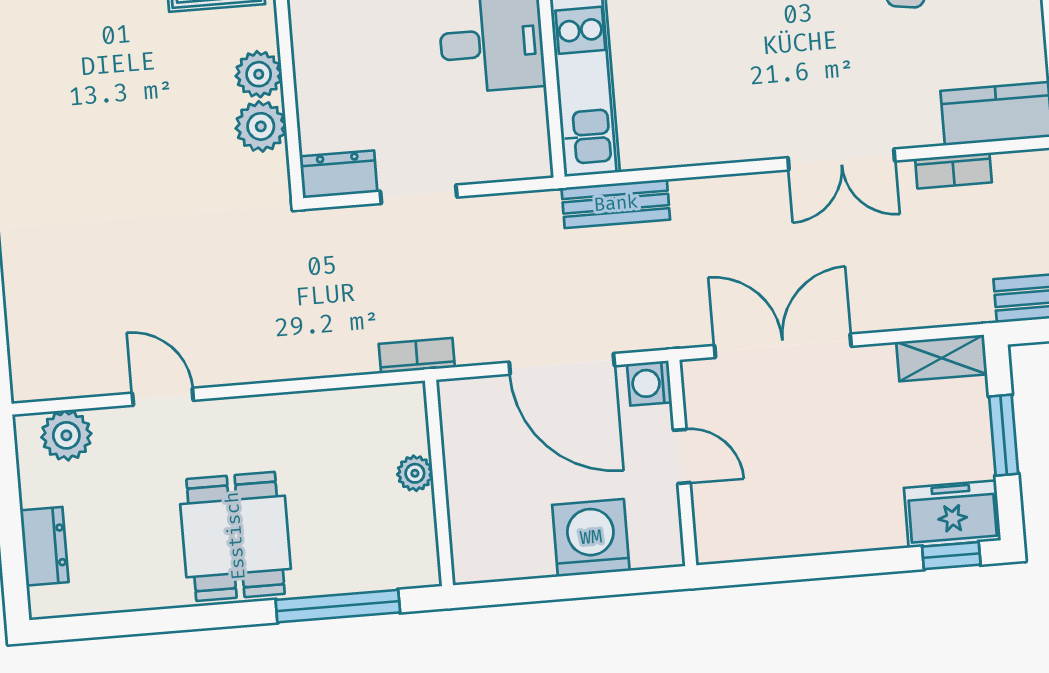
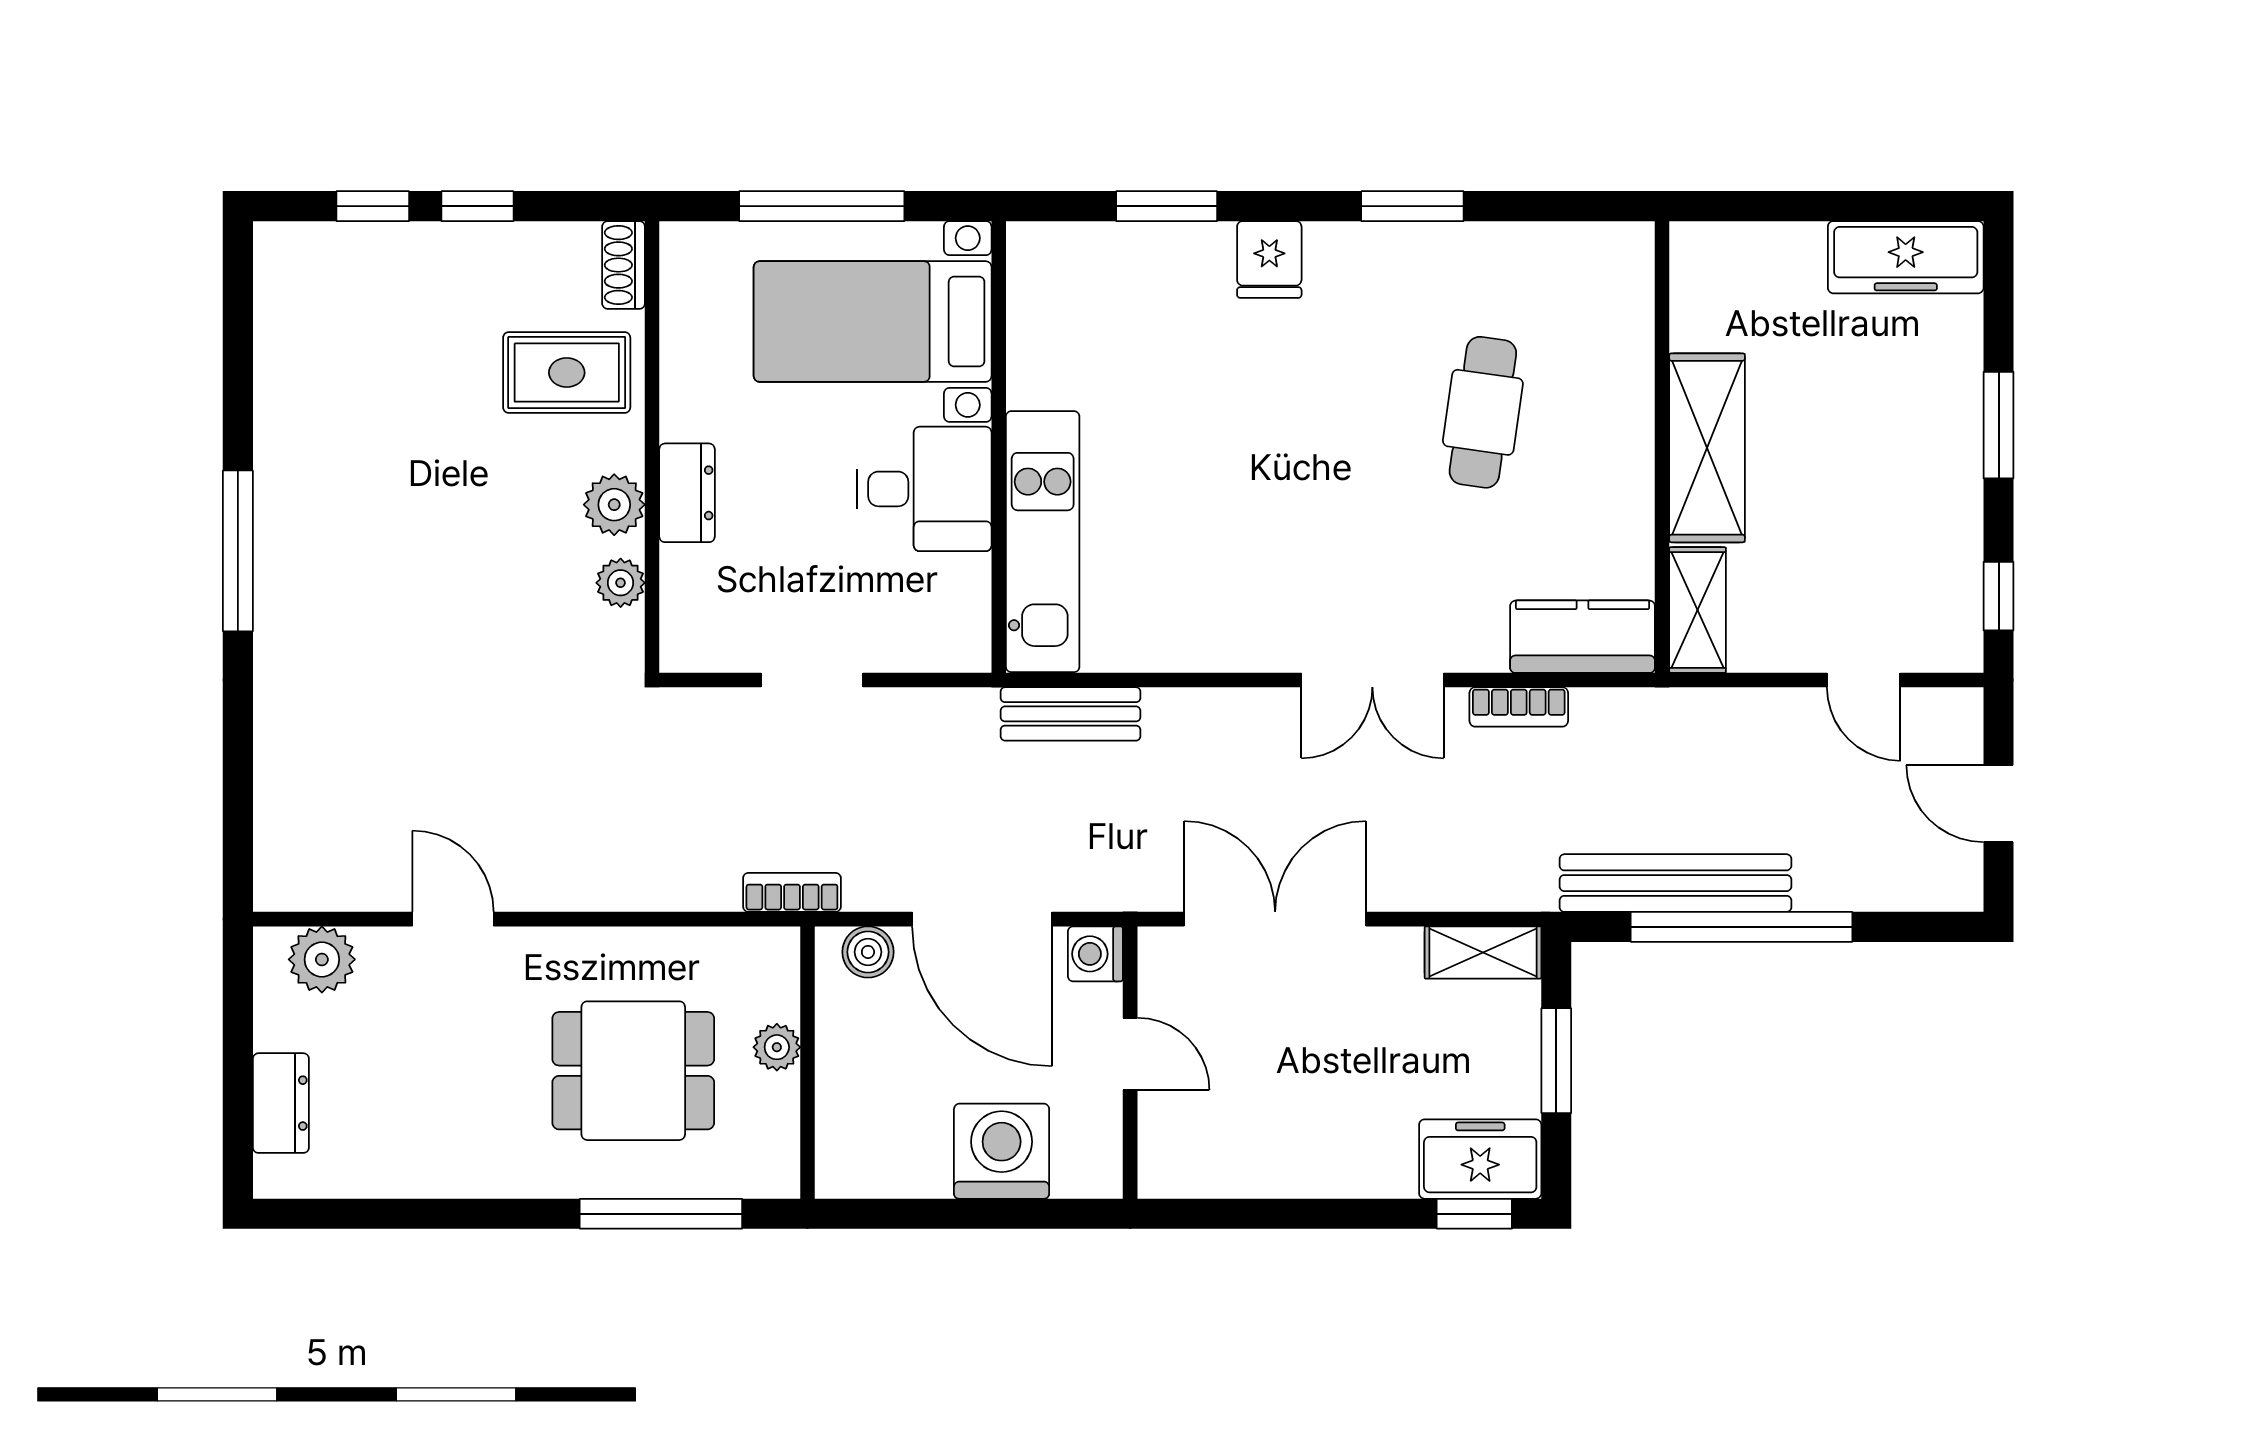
plant: (261, 126) -> (621, 583), width x0.73, depth x0.73
dresser: (339, 174) -> (687, 493), moved, turned 90
boiler: (478, 396) -> (868, 952), added
dining table: (236, 536) -> (633, 1071), moved, turned 90

